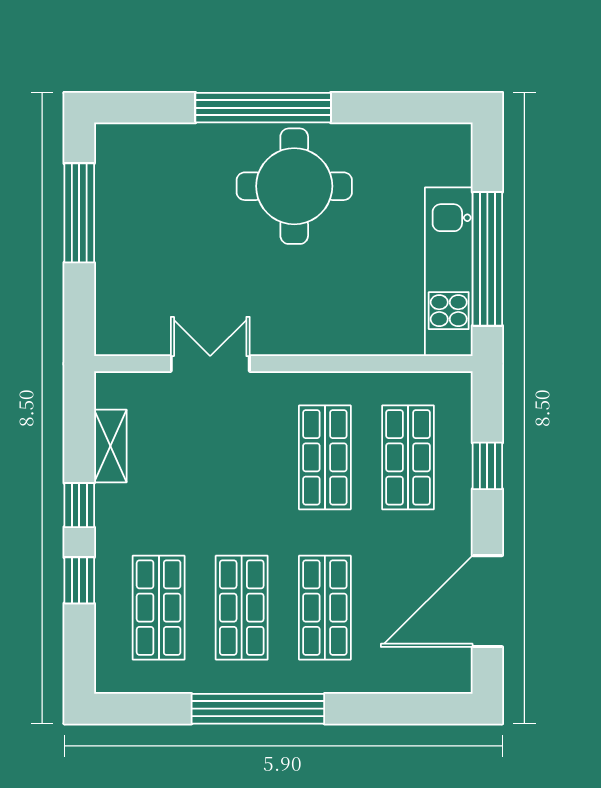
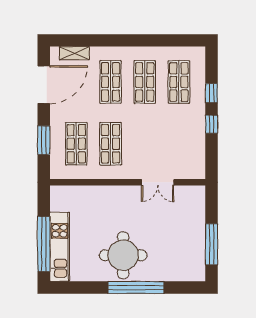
window: (487, 259) -> (44, 244), moved
kitchen unit: (449, 272) -> (60, 247), moved
shelving: (110, 446) -> (74, 53), moved, turned 90
window: (487, 466) -> (44, 140), width x1.50
window: (258, 709) -> (138, 40), removed

